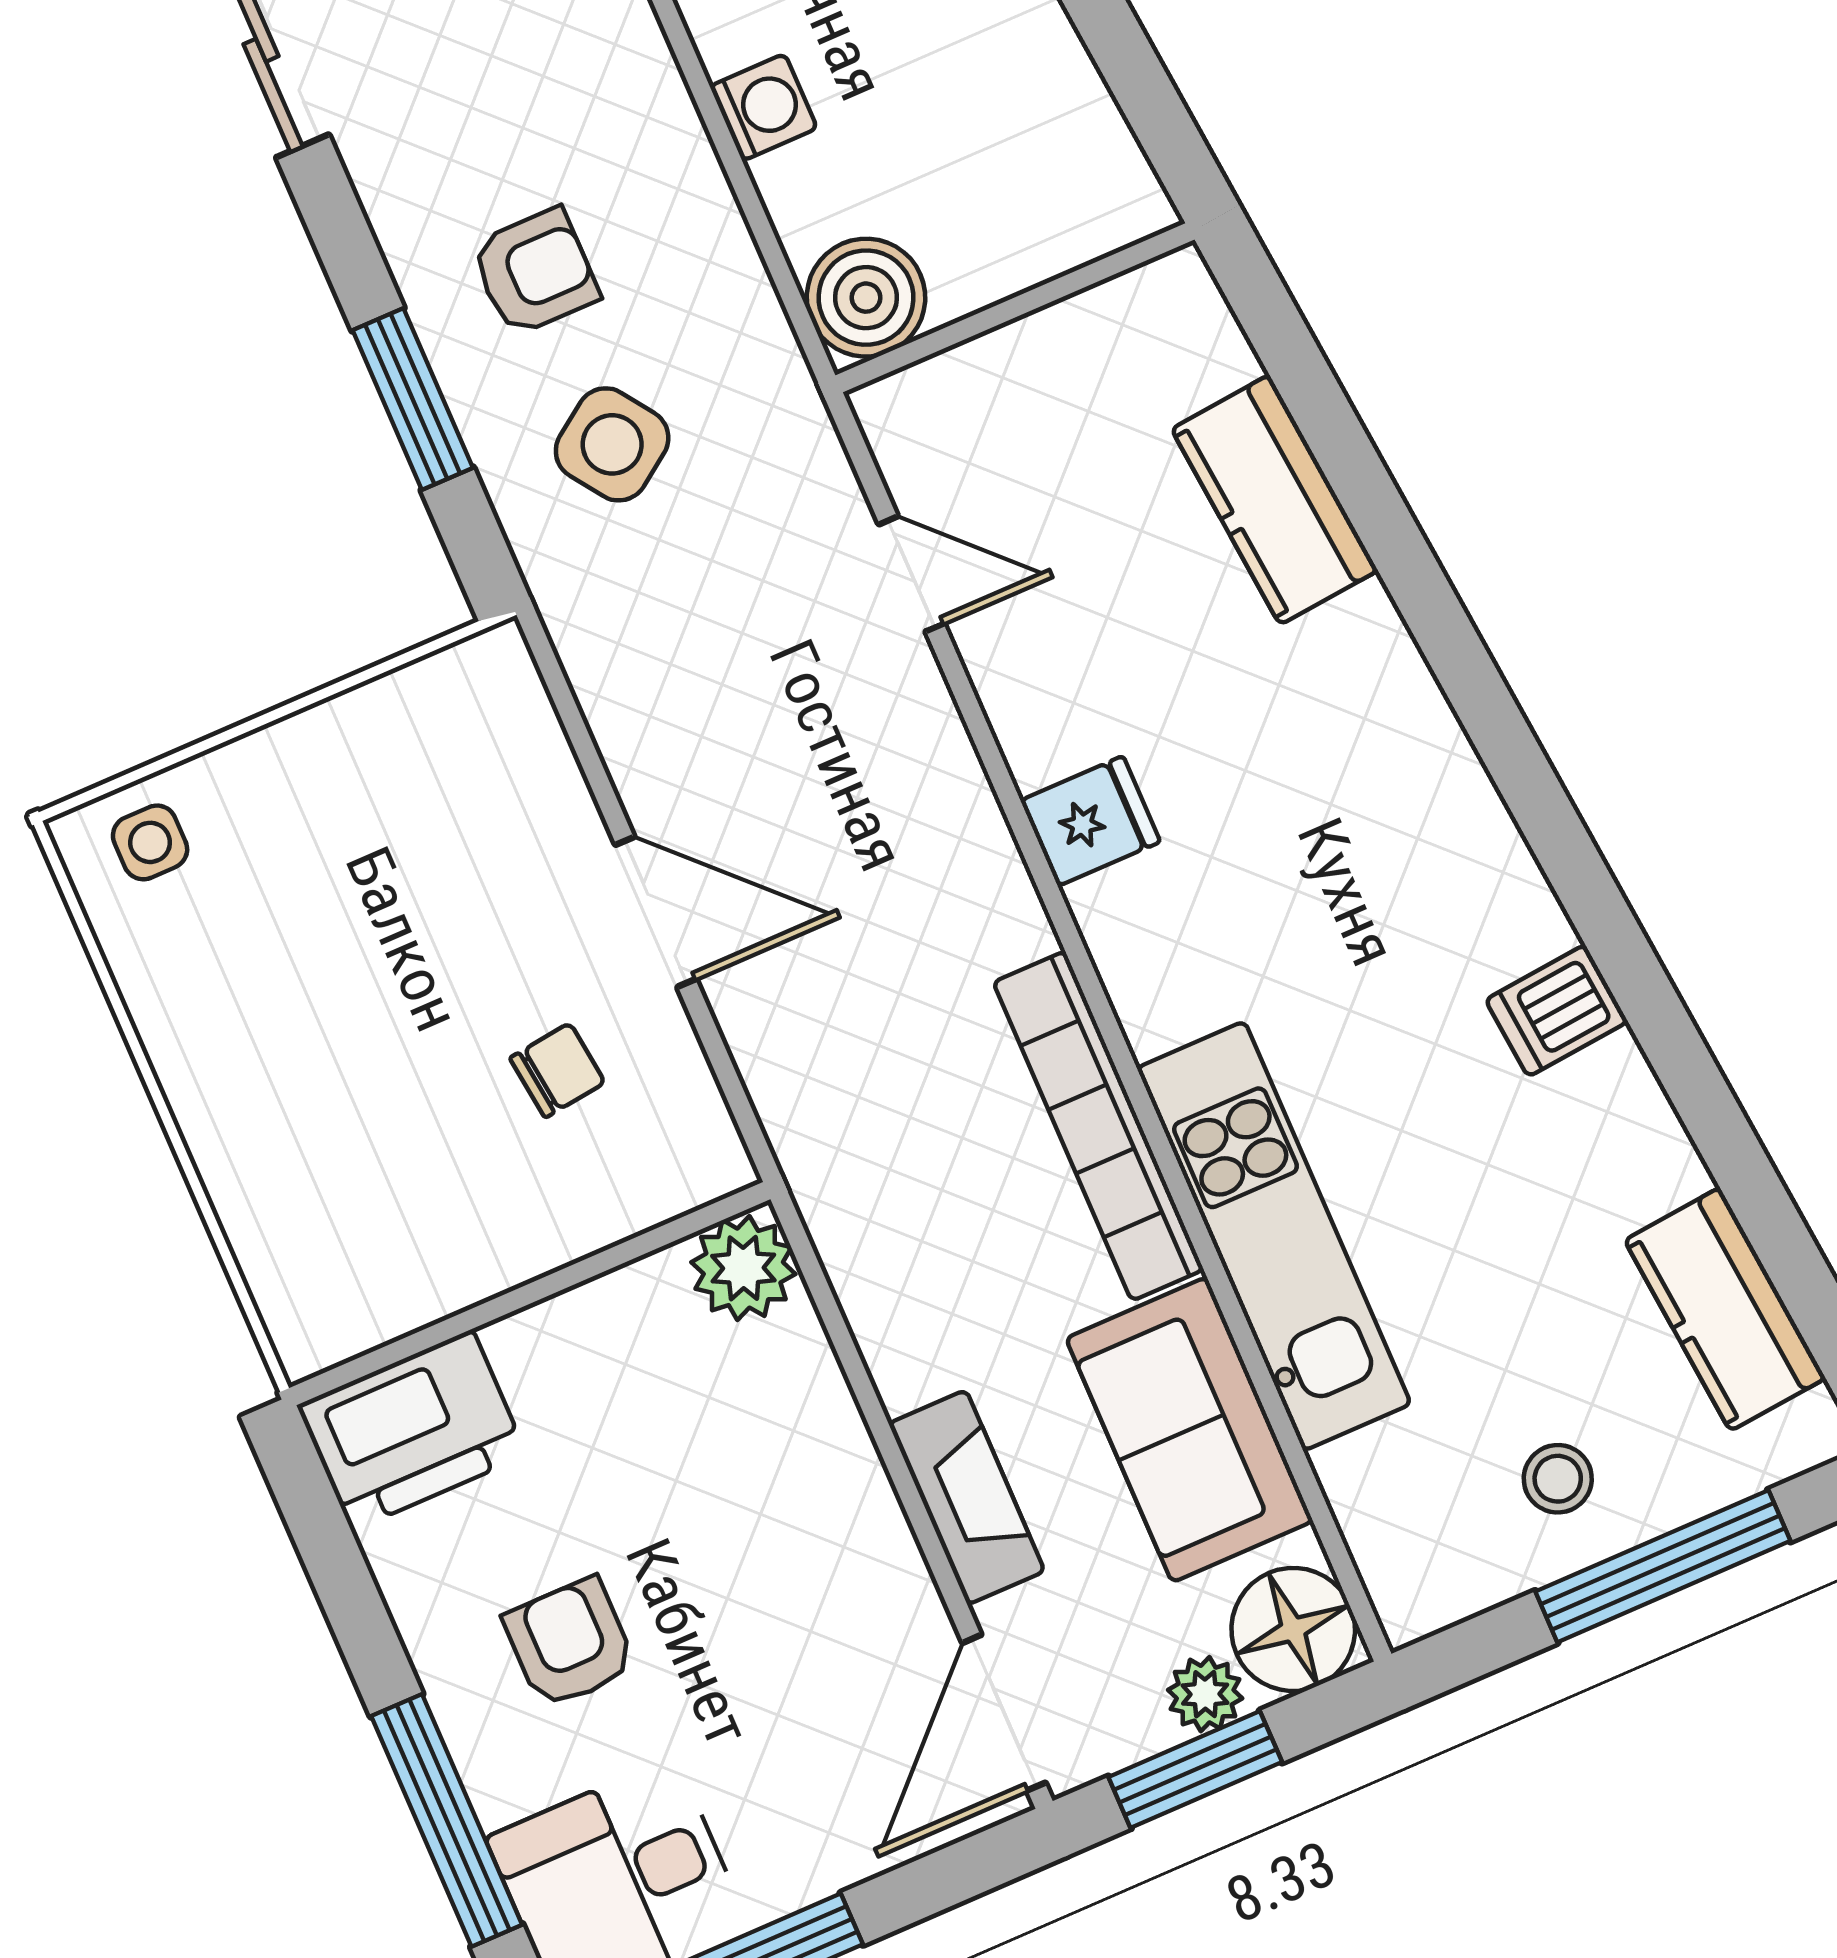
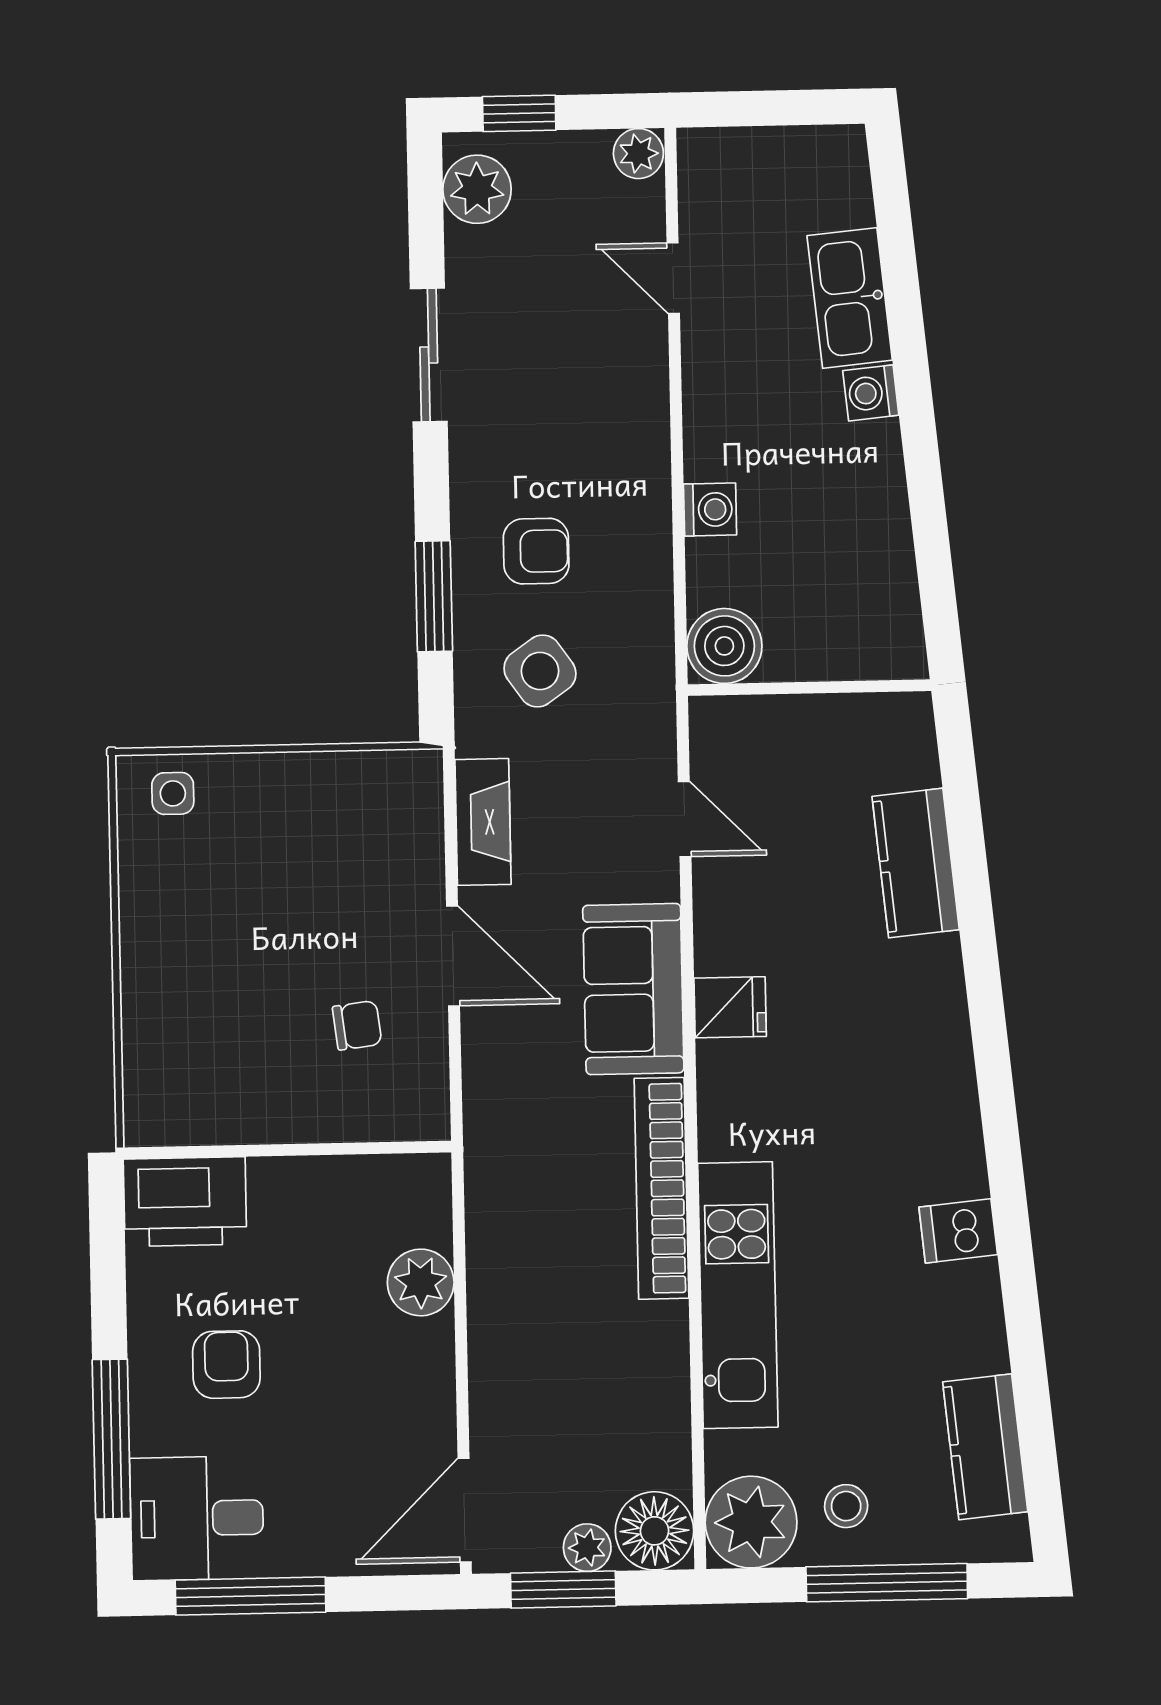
plant: (743, 1268) -> (421, 1282), moved
sofa: (1190, 1430) -> (633, 989), moved
fireplace: (967, 1497) -> (483, 822), moved
plant: (1429, 1559) -> (751, 1522), added

